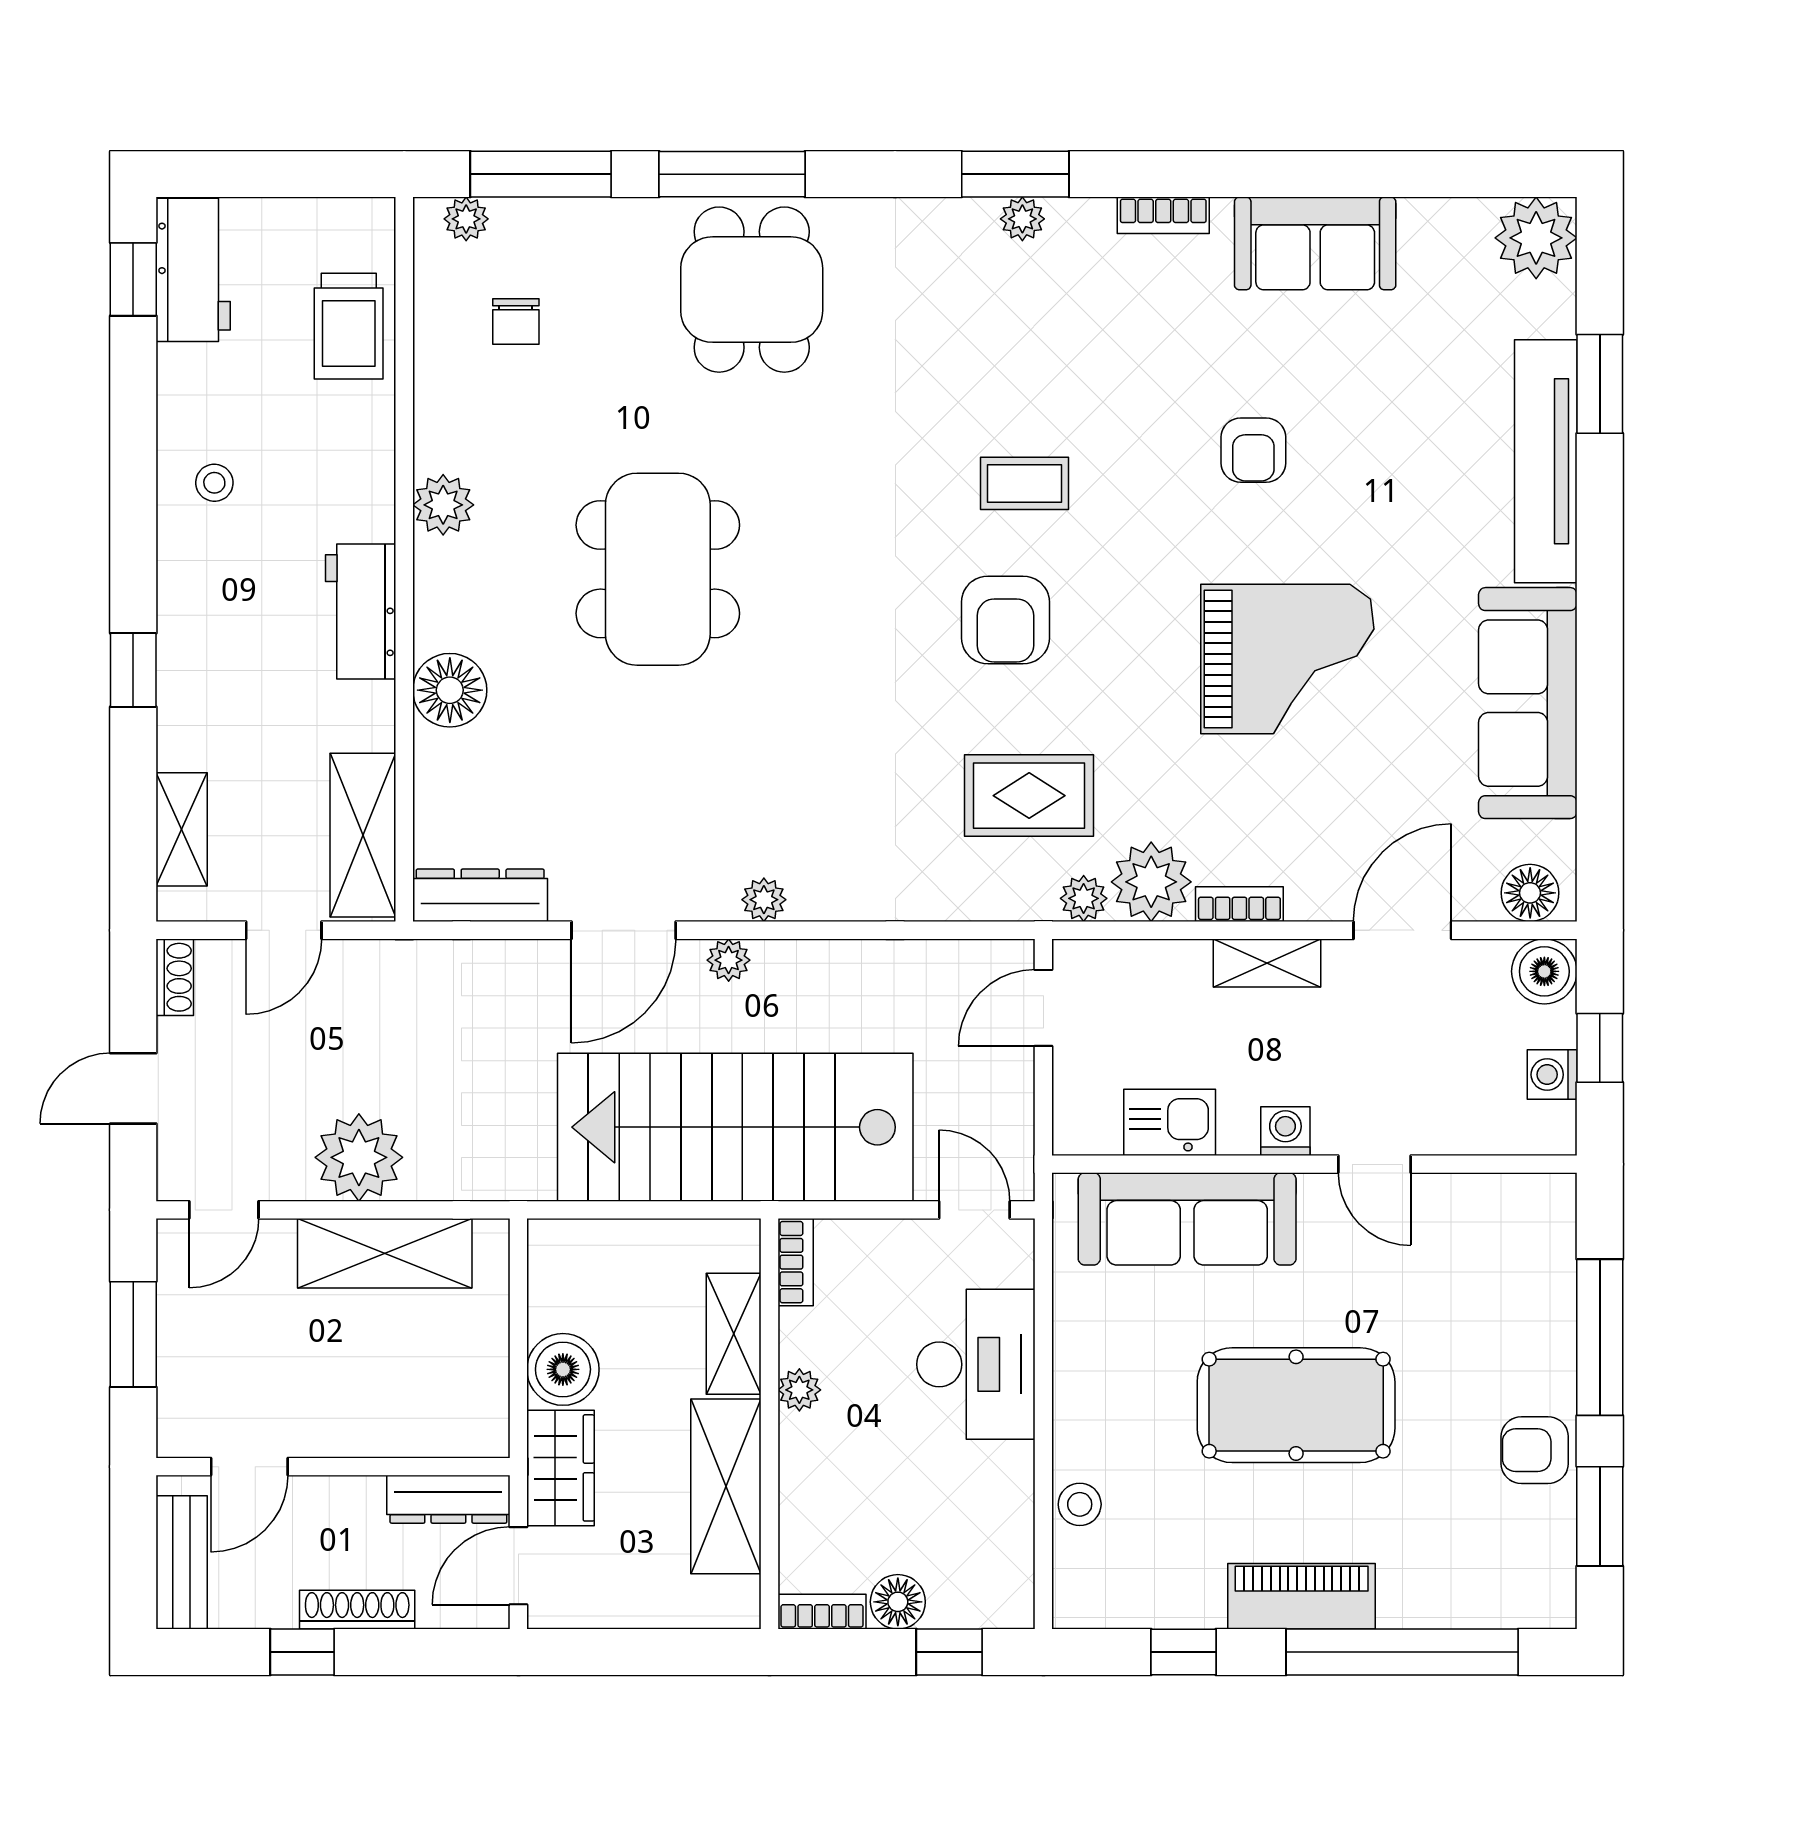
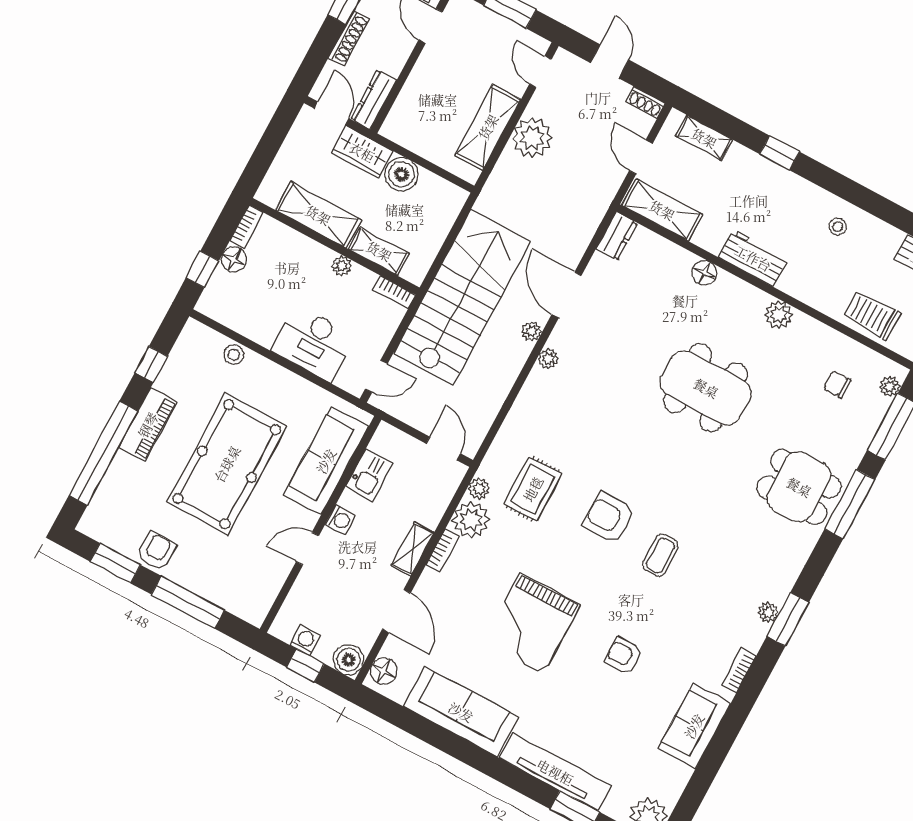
floor lamp: (450, 690) -> (704, 273), width x0.73, depth x0.73
dresser: (480, 895) -> (617, 236), width x0.70
pool table: (1296, 1405) -> (227, 464), width x1.36, depth x1.32

